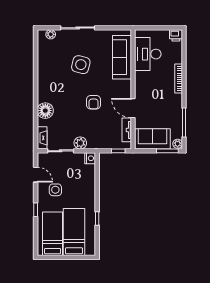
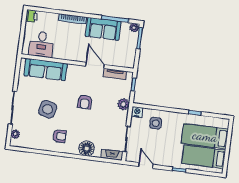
desk: (148, 54) -> (42, 44), width x0.73
armchair: (54, 81) -> (59, 136), added
armchair: (94, 102) -> (85, 102), turned 90
door: (133, 108) -> (95, 65), swing flipped
sofa: (153, 139) -> (103, 29), moved, turned -90
plant: (80, 143) -> (123, 104), moved
door: (36, 175) -> (146, 165), hinge flipped
side table: (55, 190) -> (156, 123), moved

